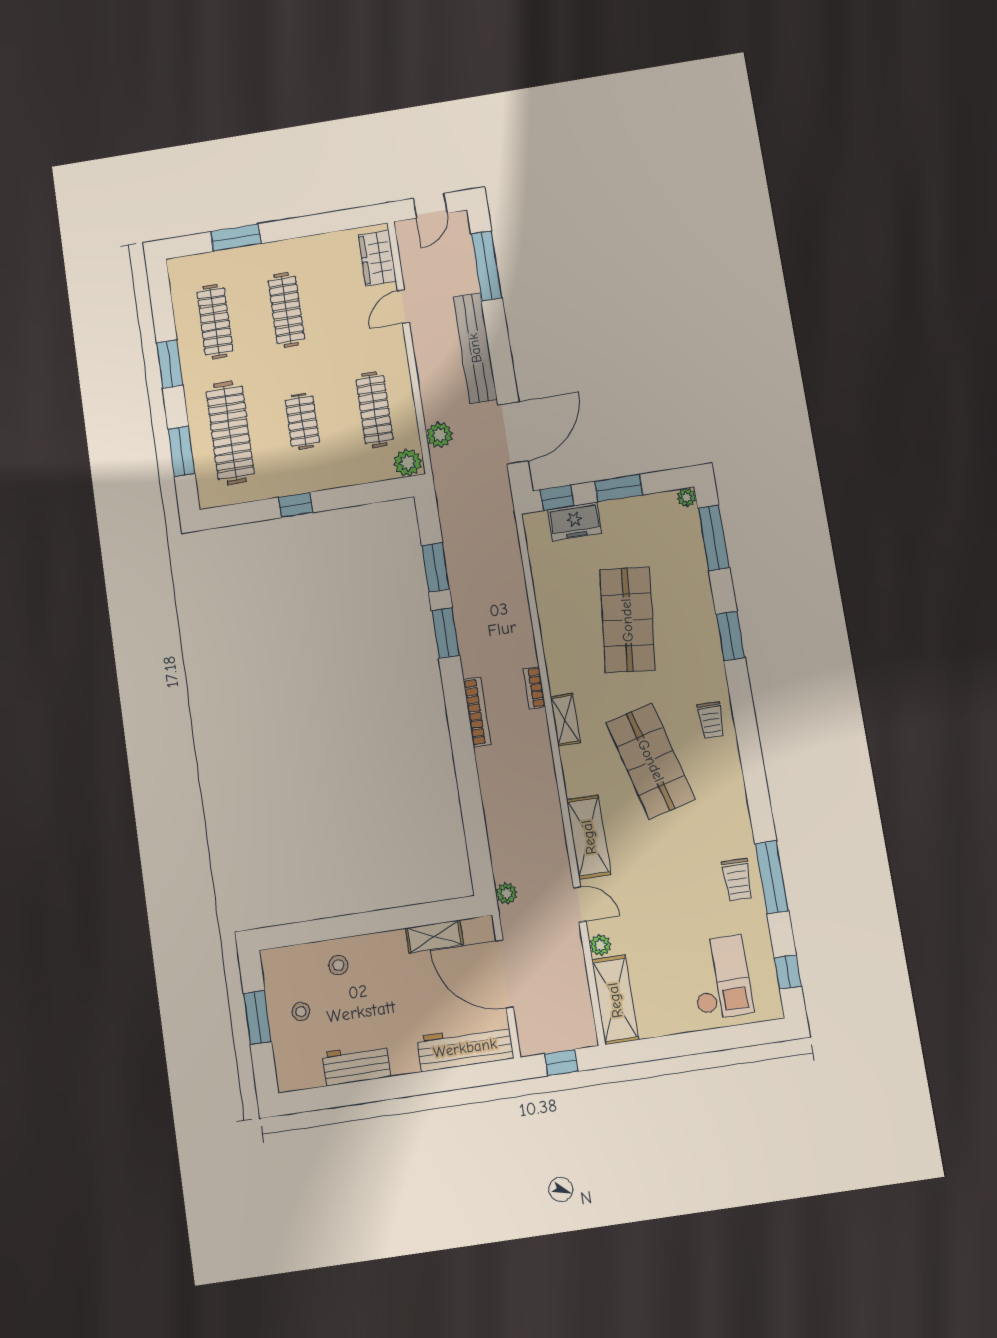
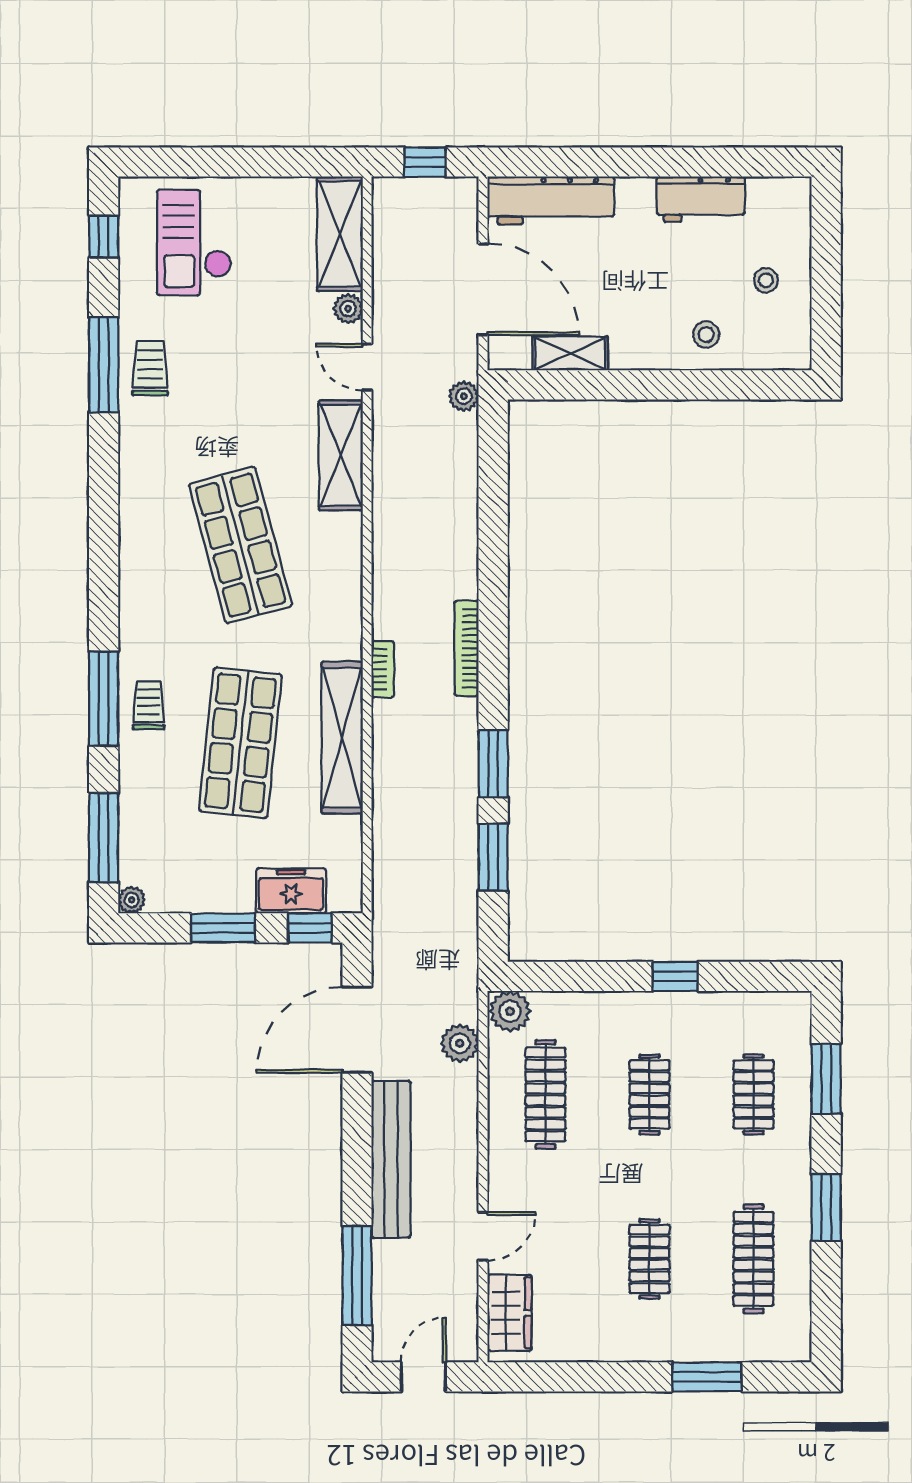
clothes rail: (286, 310) -> (649, 1259), width x0.73
clothes rail: (230, 433) -> (754, 1094), width x0.54, depth x0.76
window: (731, 636) -> (104, 699), width x1.44
shelving: (565, 720) -> (342, 738), moved, width x2.20, depth x1.33
trolley: (711, 720) -> (149, 705), moved
window: (257, 1017) -> (826, 281), removed

